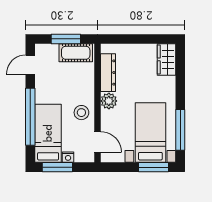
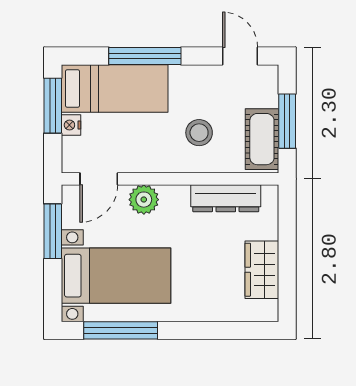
wardrobe: (166, 59) -> (262, 270), moved, turned -90
plant: (109, 101) -> (144, 200), moved
stool: (81, 113) -> (199, 133), moved
window: (30, 117) -> (145, 56), width x0.68
window: (154, 167) -> (53, 231), moved

